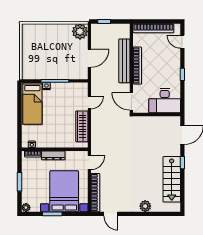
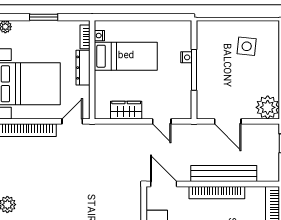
side table: (39, 45) -> (247, 46), added
door: (131, 101) -> (164, 184), hinge flipped
bed: (32, 103) -> (126, 56), moved, turned 180
wardrobe: (82, 126) -> (126, 110), width x0.67
door: (89, 162) -> (72, 121), swing flipped

